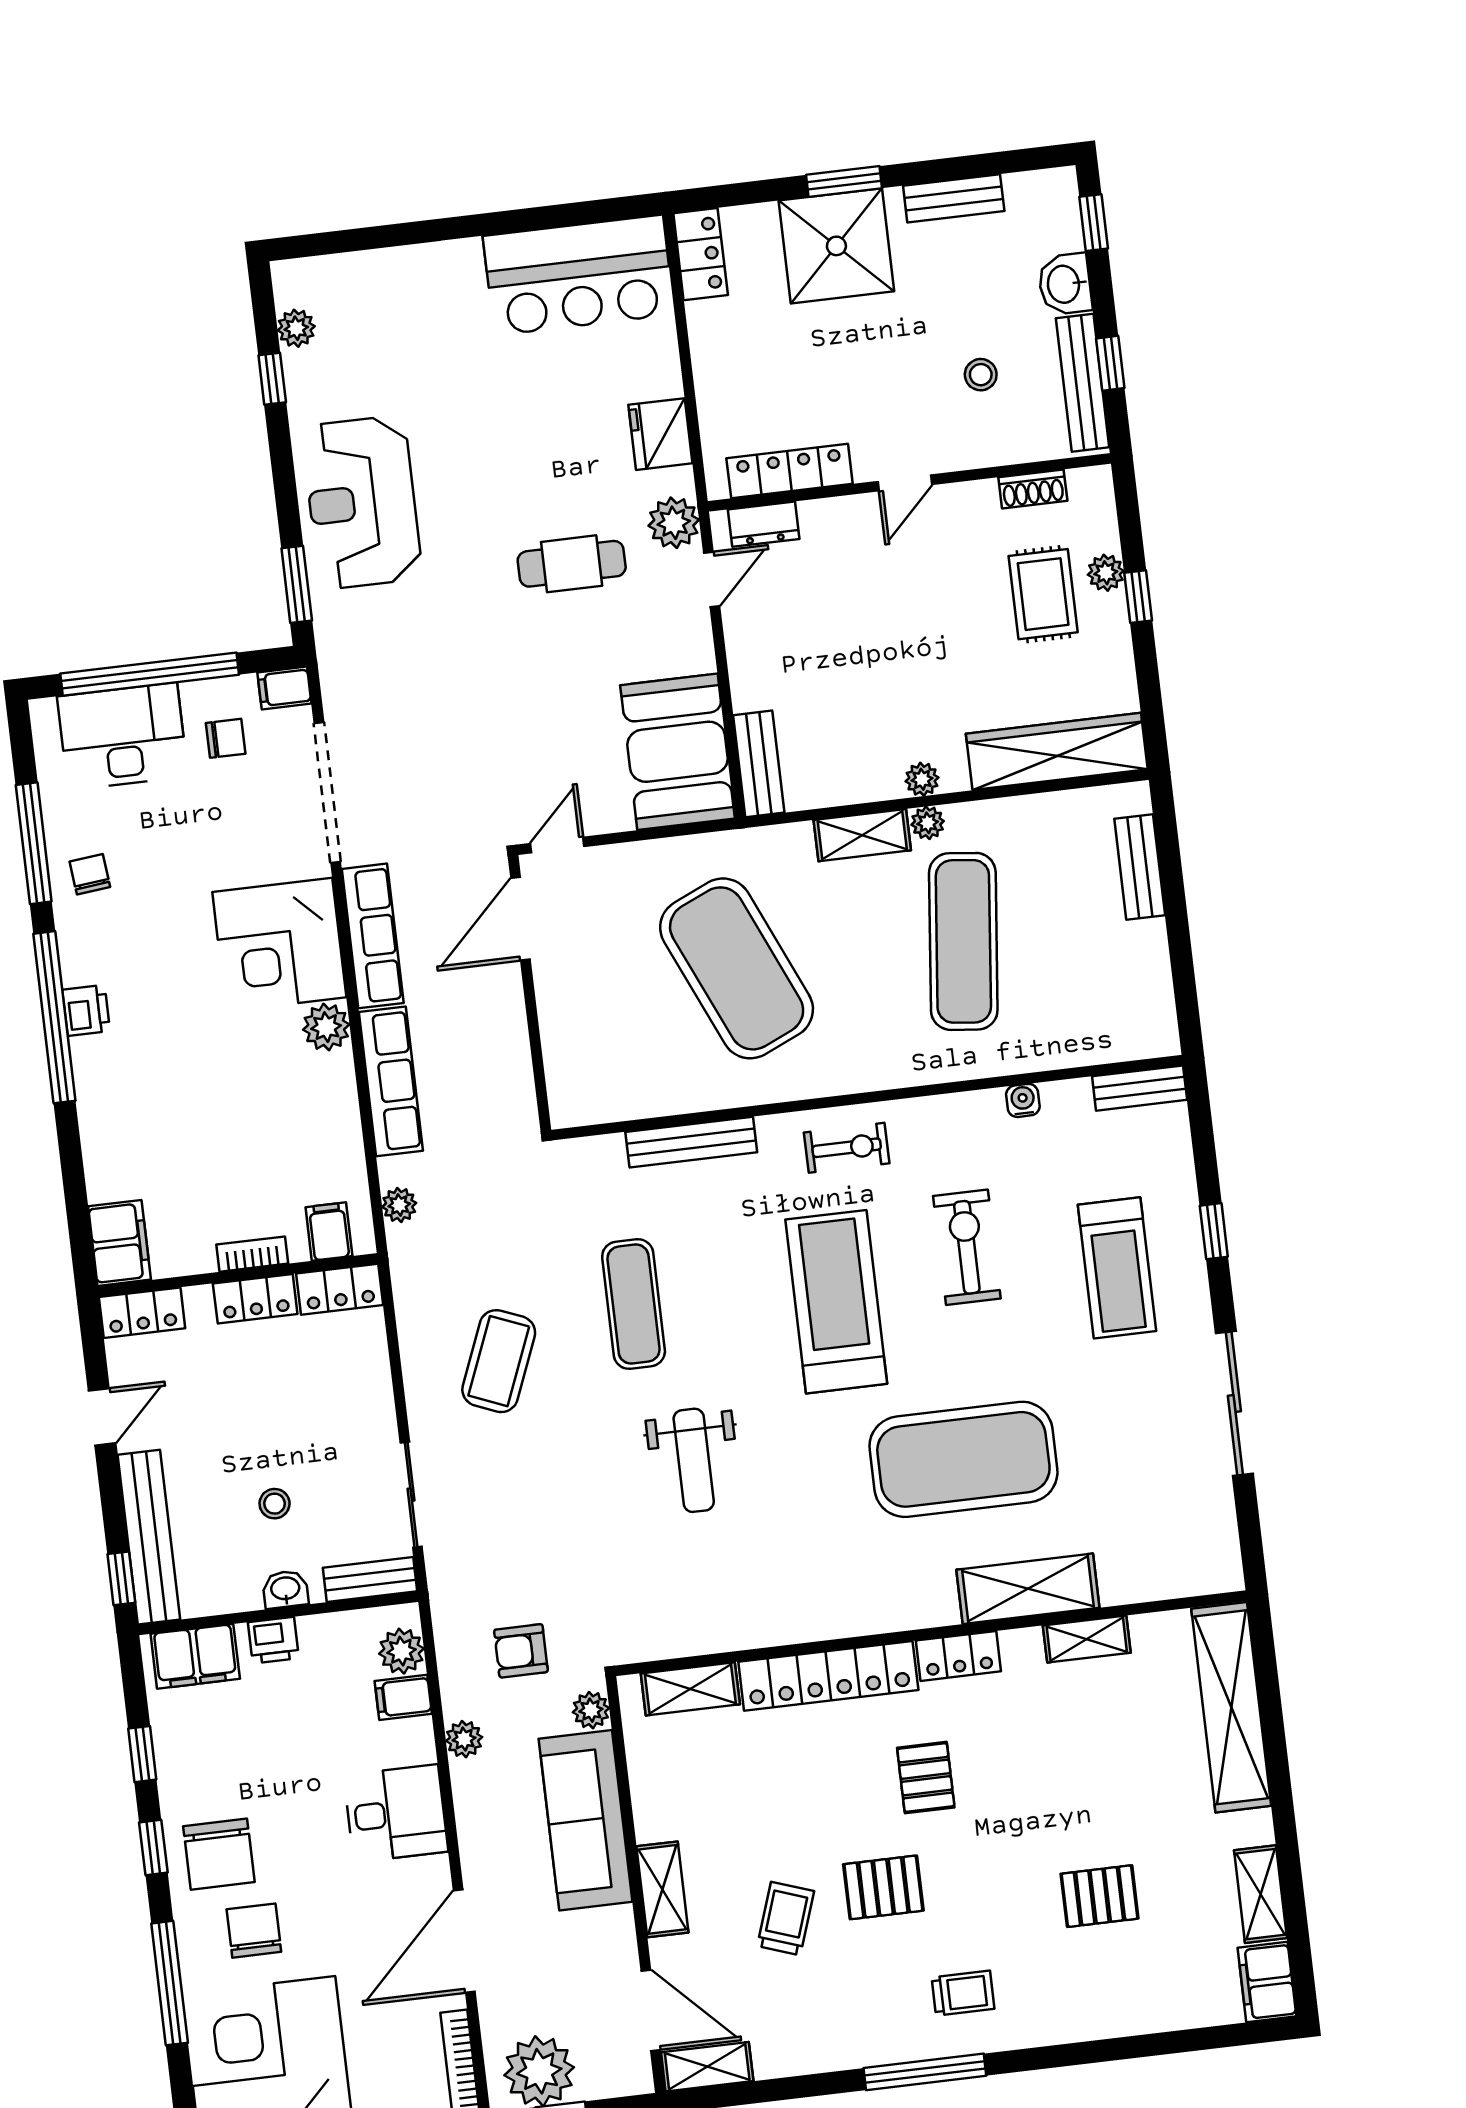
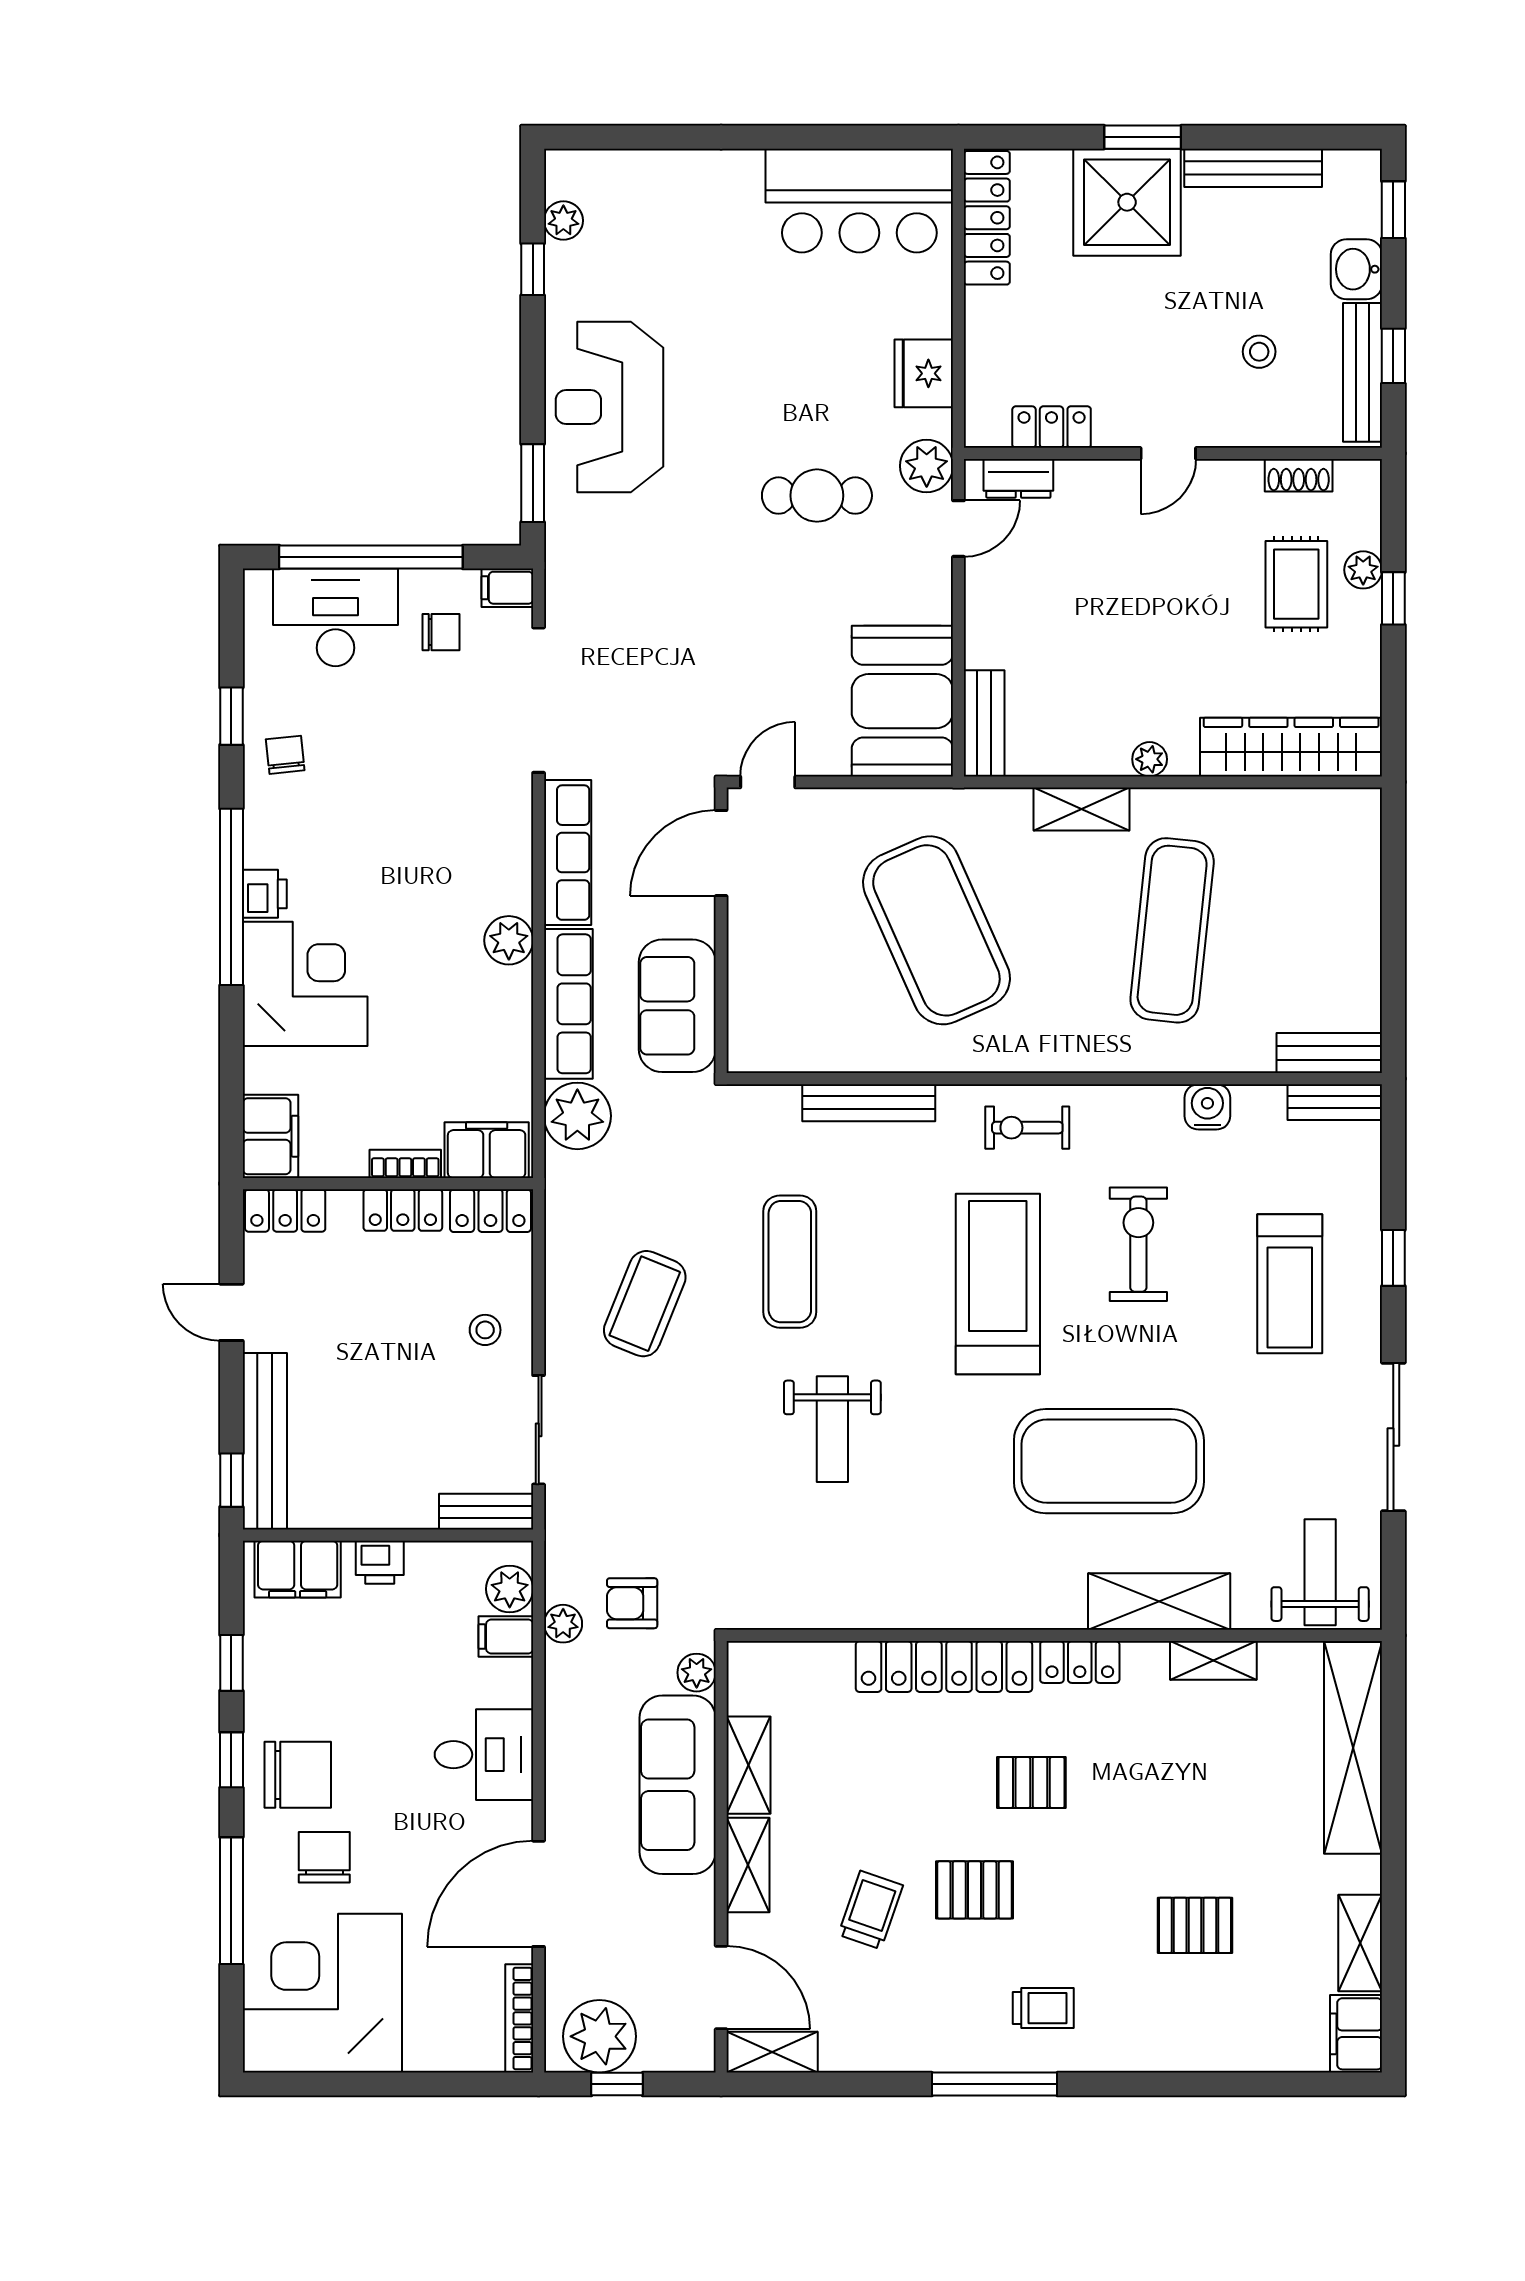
bench: (954, 198) -> (1253, 168), width x1.36
locker: (701, 254) -> (987, 218), width x1.53
locker: (790, 471) -> (1052, 427), width x0.66
plant: (928, 823) -> (1150, 804), removed
window: (34, 843) -> (231, 716), width x0.46
bench: (1140, 867) -> (1329, 1053), moved, turned 90
corner desk: (279, 945) -> (305, 984), moved, turned 180
sofa: (496, 1071) -> (677, 1006), added
water cooler: (1023, 1100) -> (1207, 1107), width x1.38, depth x1.38
exercise bike: (847, 1148) -> (1027, 1128), turned 180
plant: (399, 1205) -> (577, 1116), width x1.87, depth x1.87
filing cabinet: (329, 1232) -> (487, 1150), width x2.00
door: (102, 1417) -> (231, 1312), swing flipped
stool: (275, 1504) -> (485, 1330), moved
weight bench: (1179, 1542) -> (1320, 1572), added
washbasin: (285, 1589) -> (398, 1511), removed
shelving: (690, 1689) -> (749, 1765), moved, turned 90
plant: (464, 1739) -> (563, 1624), moved
pallet: (926, 1778) -> (1031, 1783), turned 90
chair: (219, 1854) -> (298, 1775), turned -90

